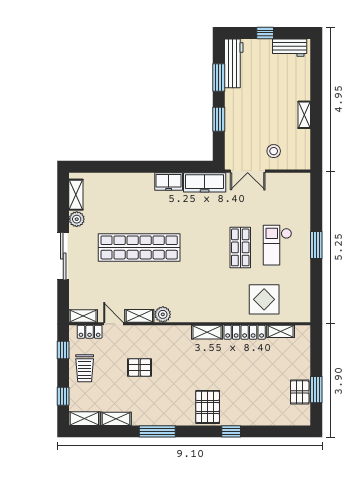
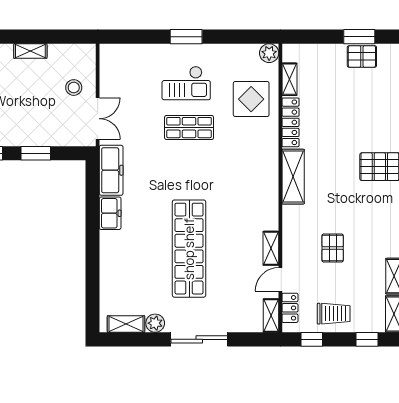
plant: (163, 314) -> (269, 53), moved
shelving: (207, 332) -> (293, 177), width x1.50, depth x1.33

